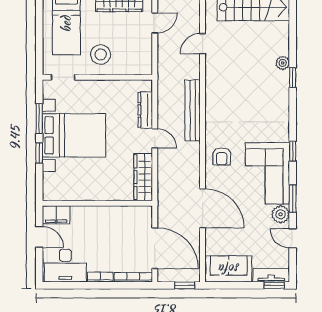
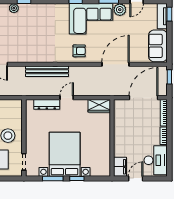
wardrobe: (143, 177) -> (99, 106), width x0.67

